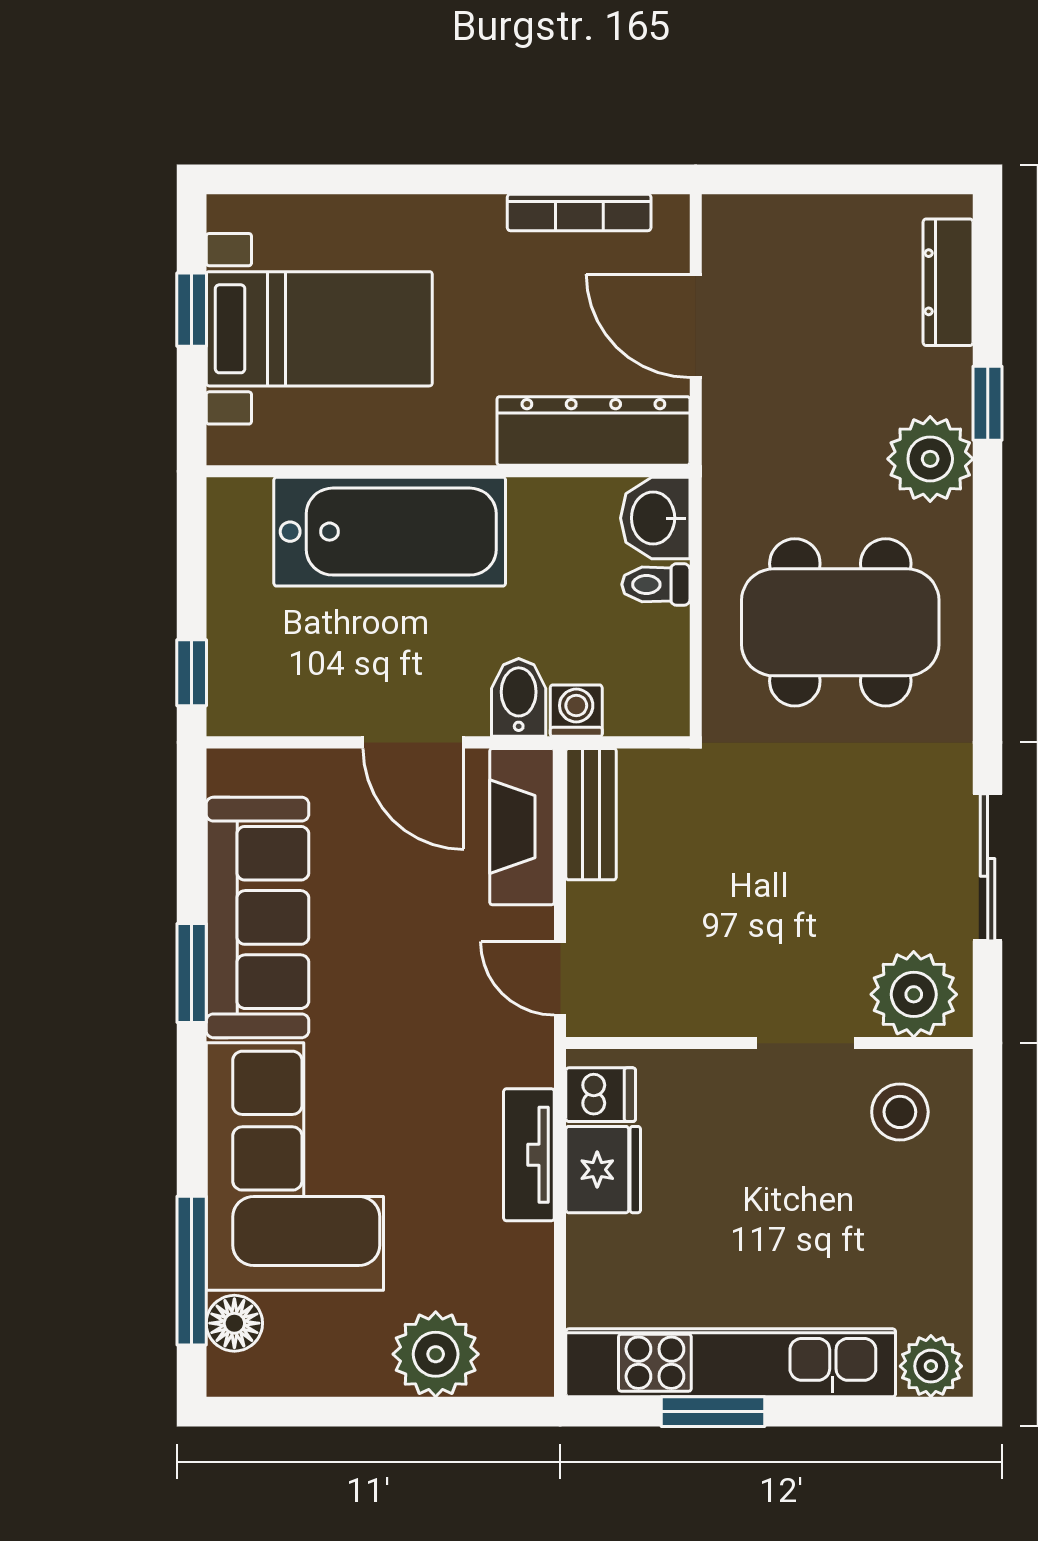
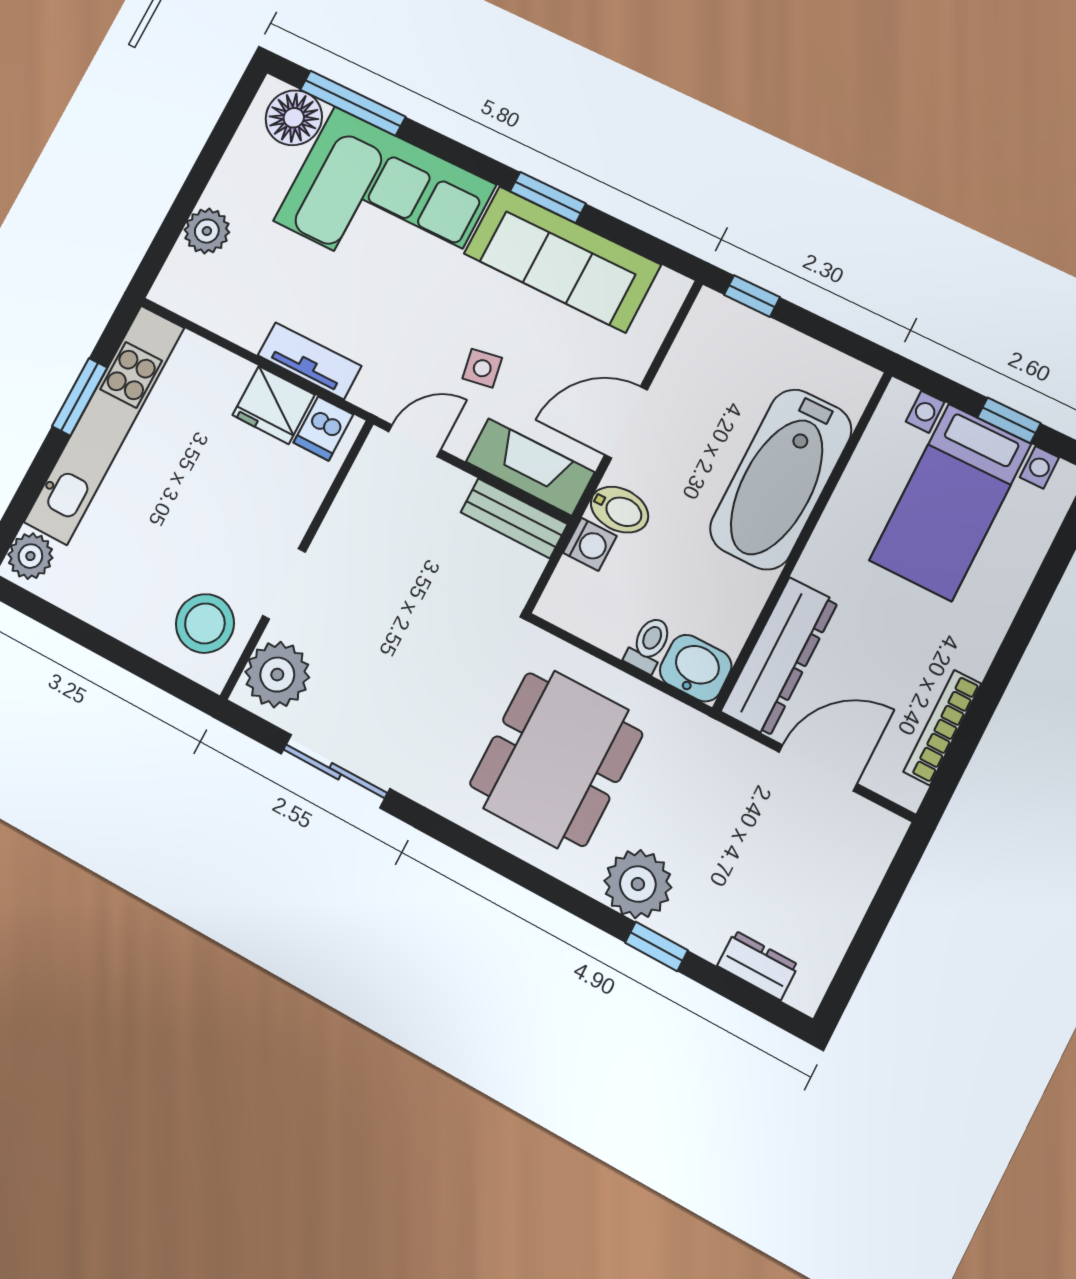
dresser: (948, 282) -> (758, 965), width x0.70
side table: (434, 944) -> (482, 368), added
stool: (900, 1112) -> (205, 623), width x1.38, depth x1.38
floor lamp: (234, 1323) -> (294, 118), width x1.38, depth x1.38
plant: (436, 1354) -> (207, 231), width x0.73, depth x0.73

